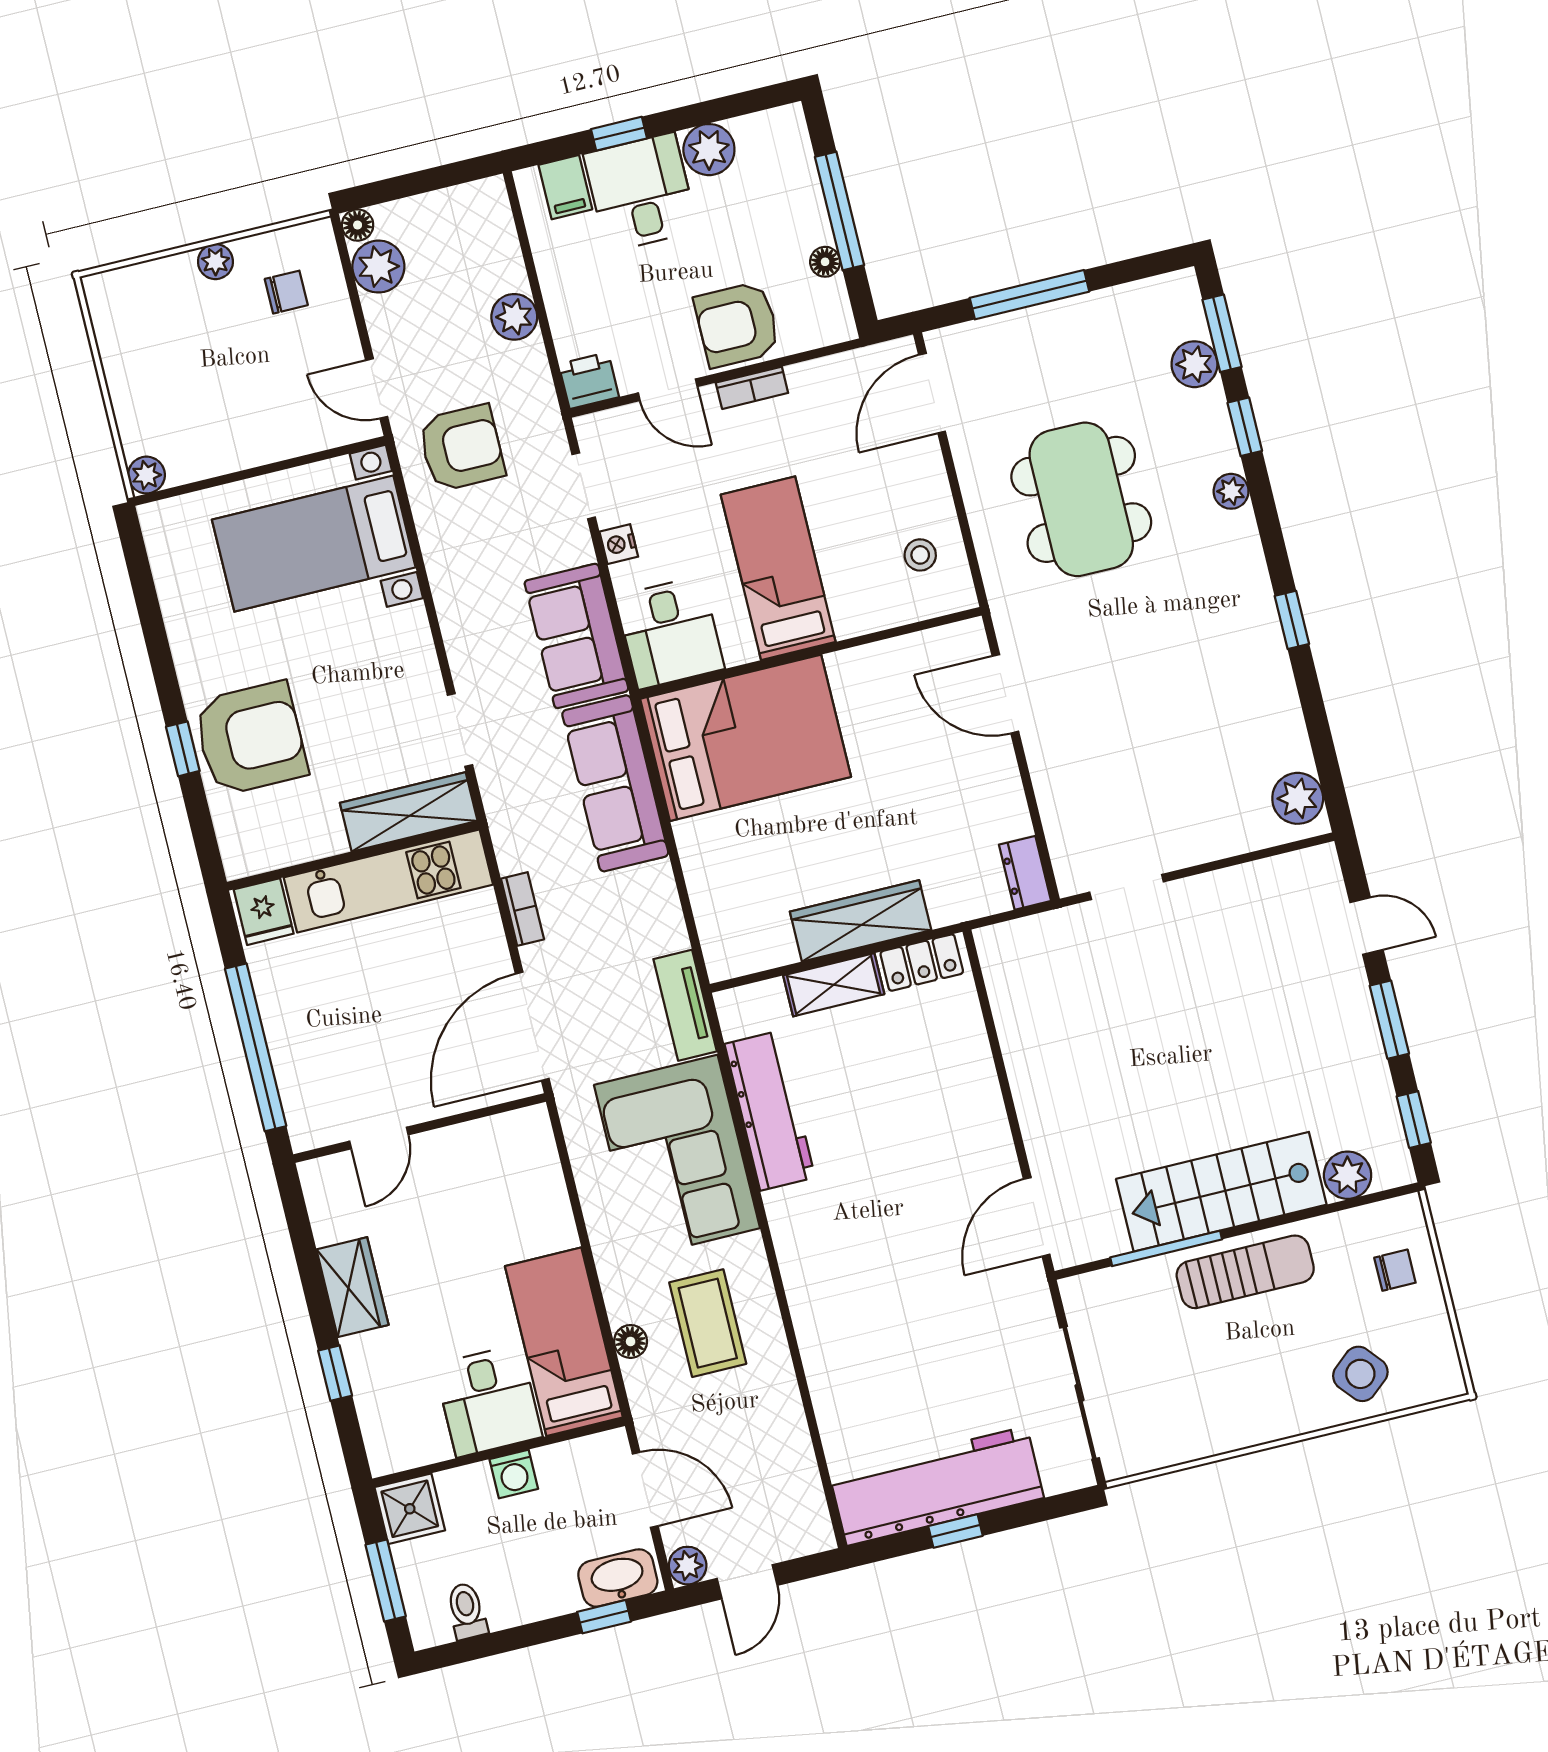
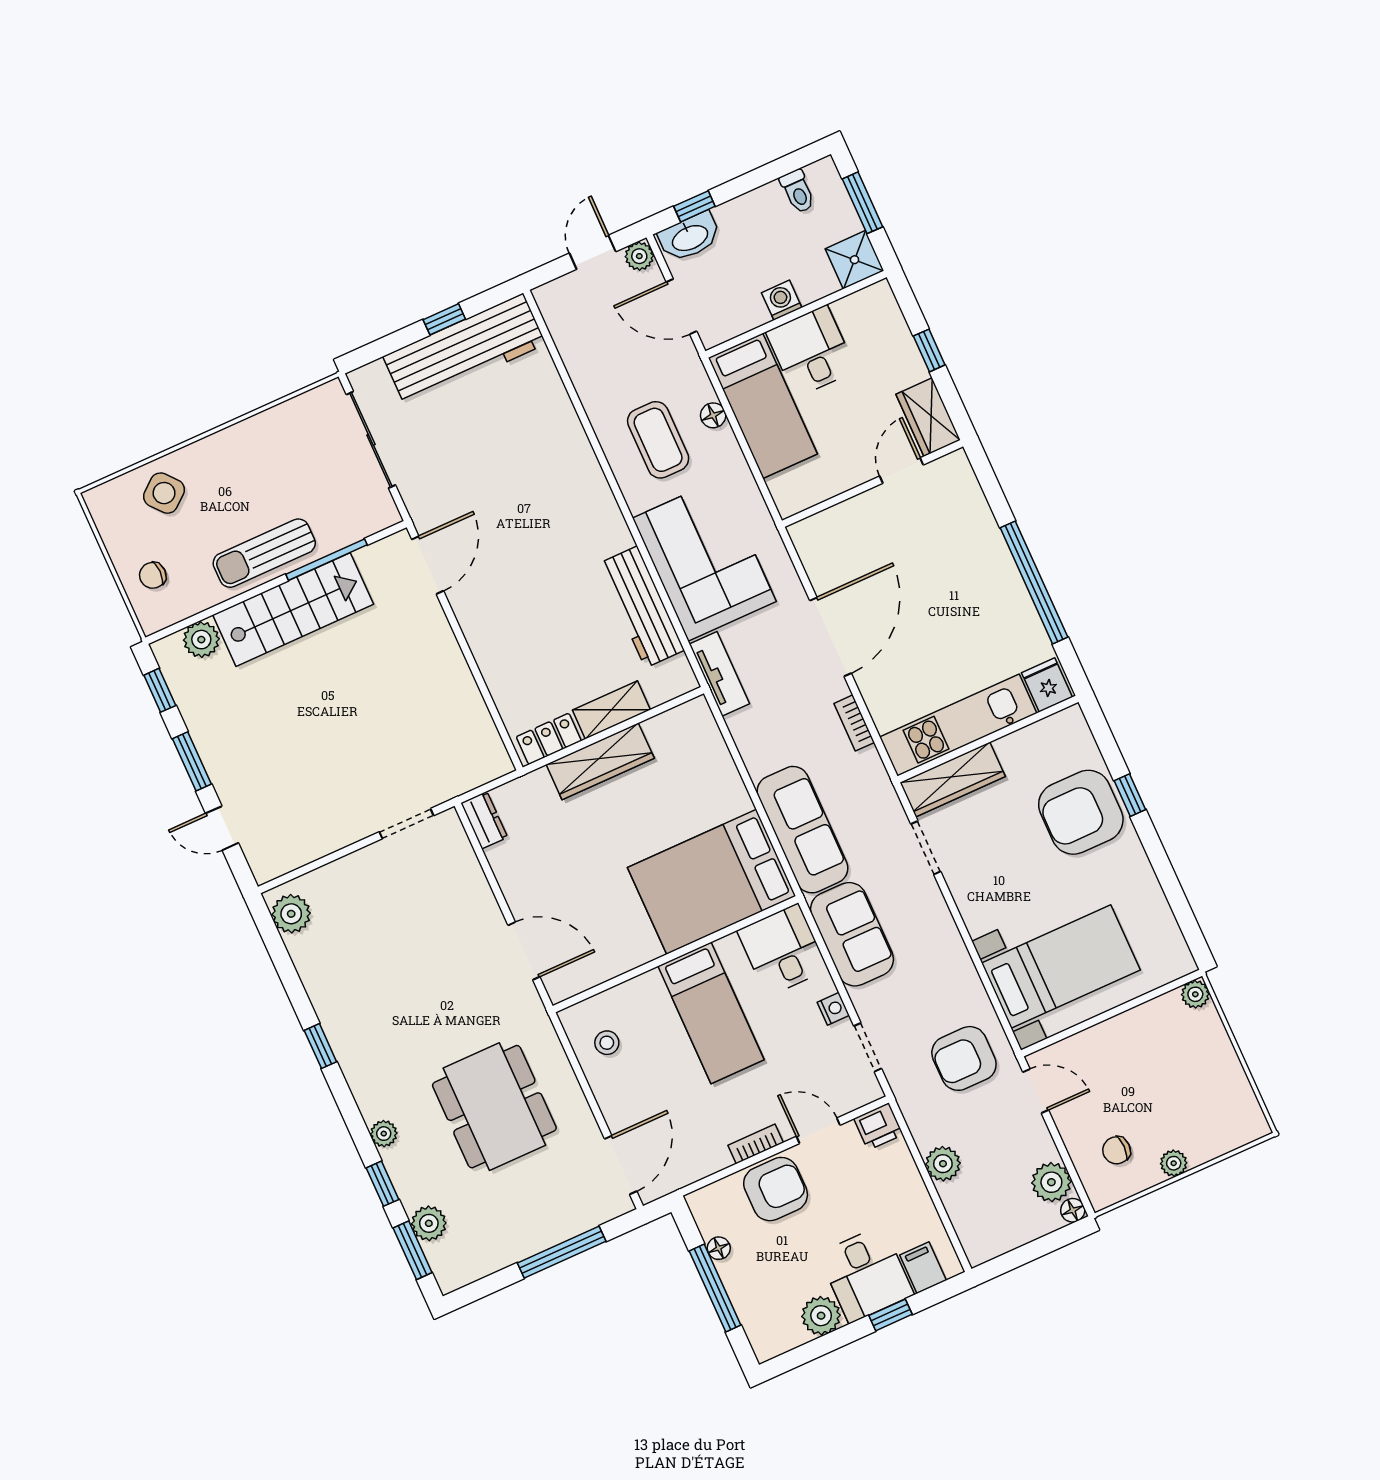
wall: (420, 1128) -> (873, 484), moved
door: (379, 1138) -> (901, 470), moved

